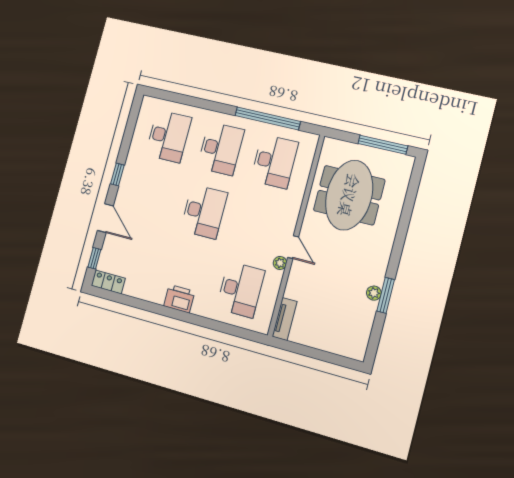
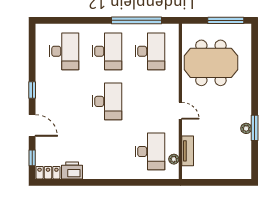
meeting table: (349, 195) -> (211, 63), turned 90
plant: (280, 263) -> (174, 159), moved
printer: (179, 299) -> (72, 170), moved
tv unit: (284, 319) -> (188, 151), moved

